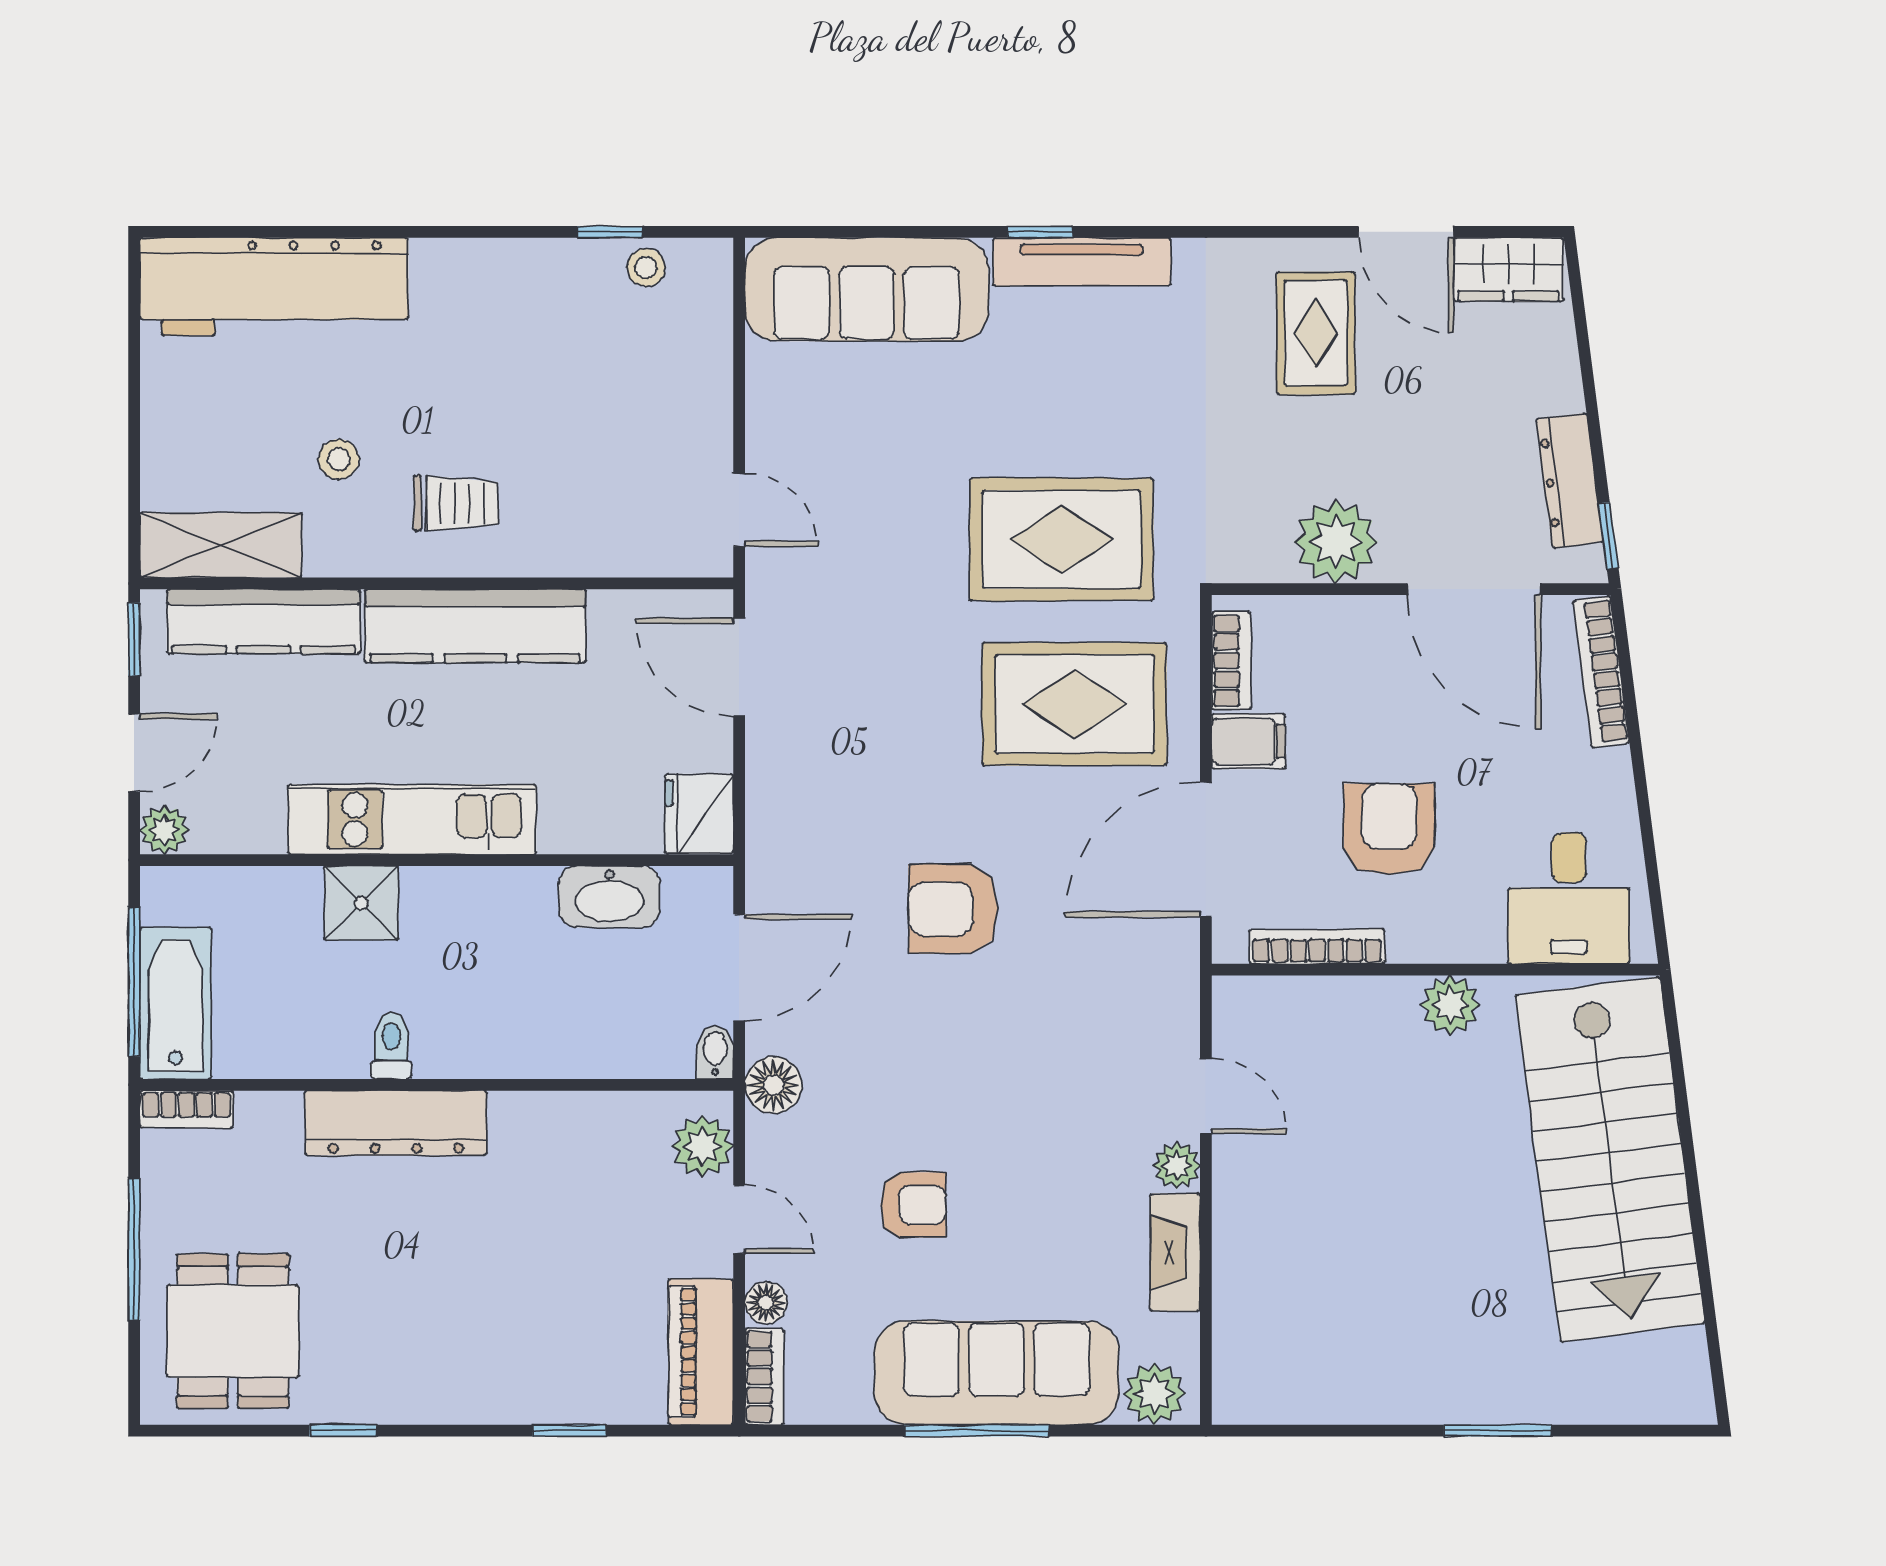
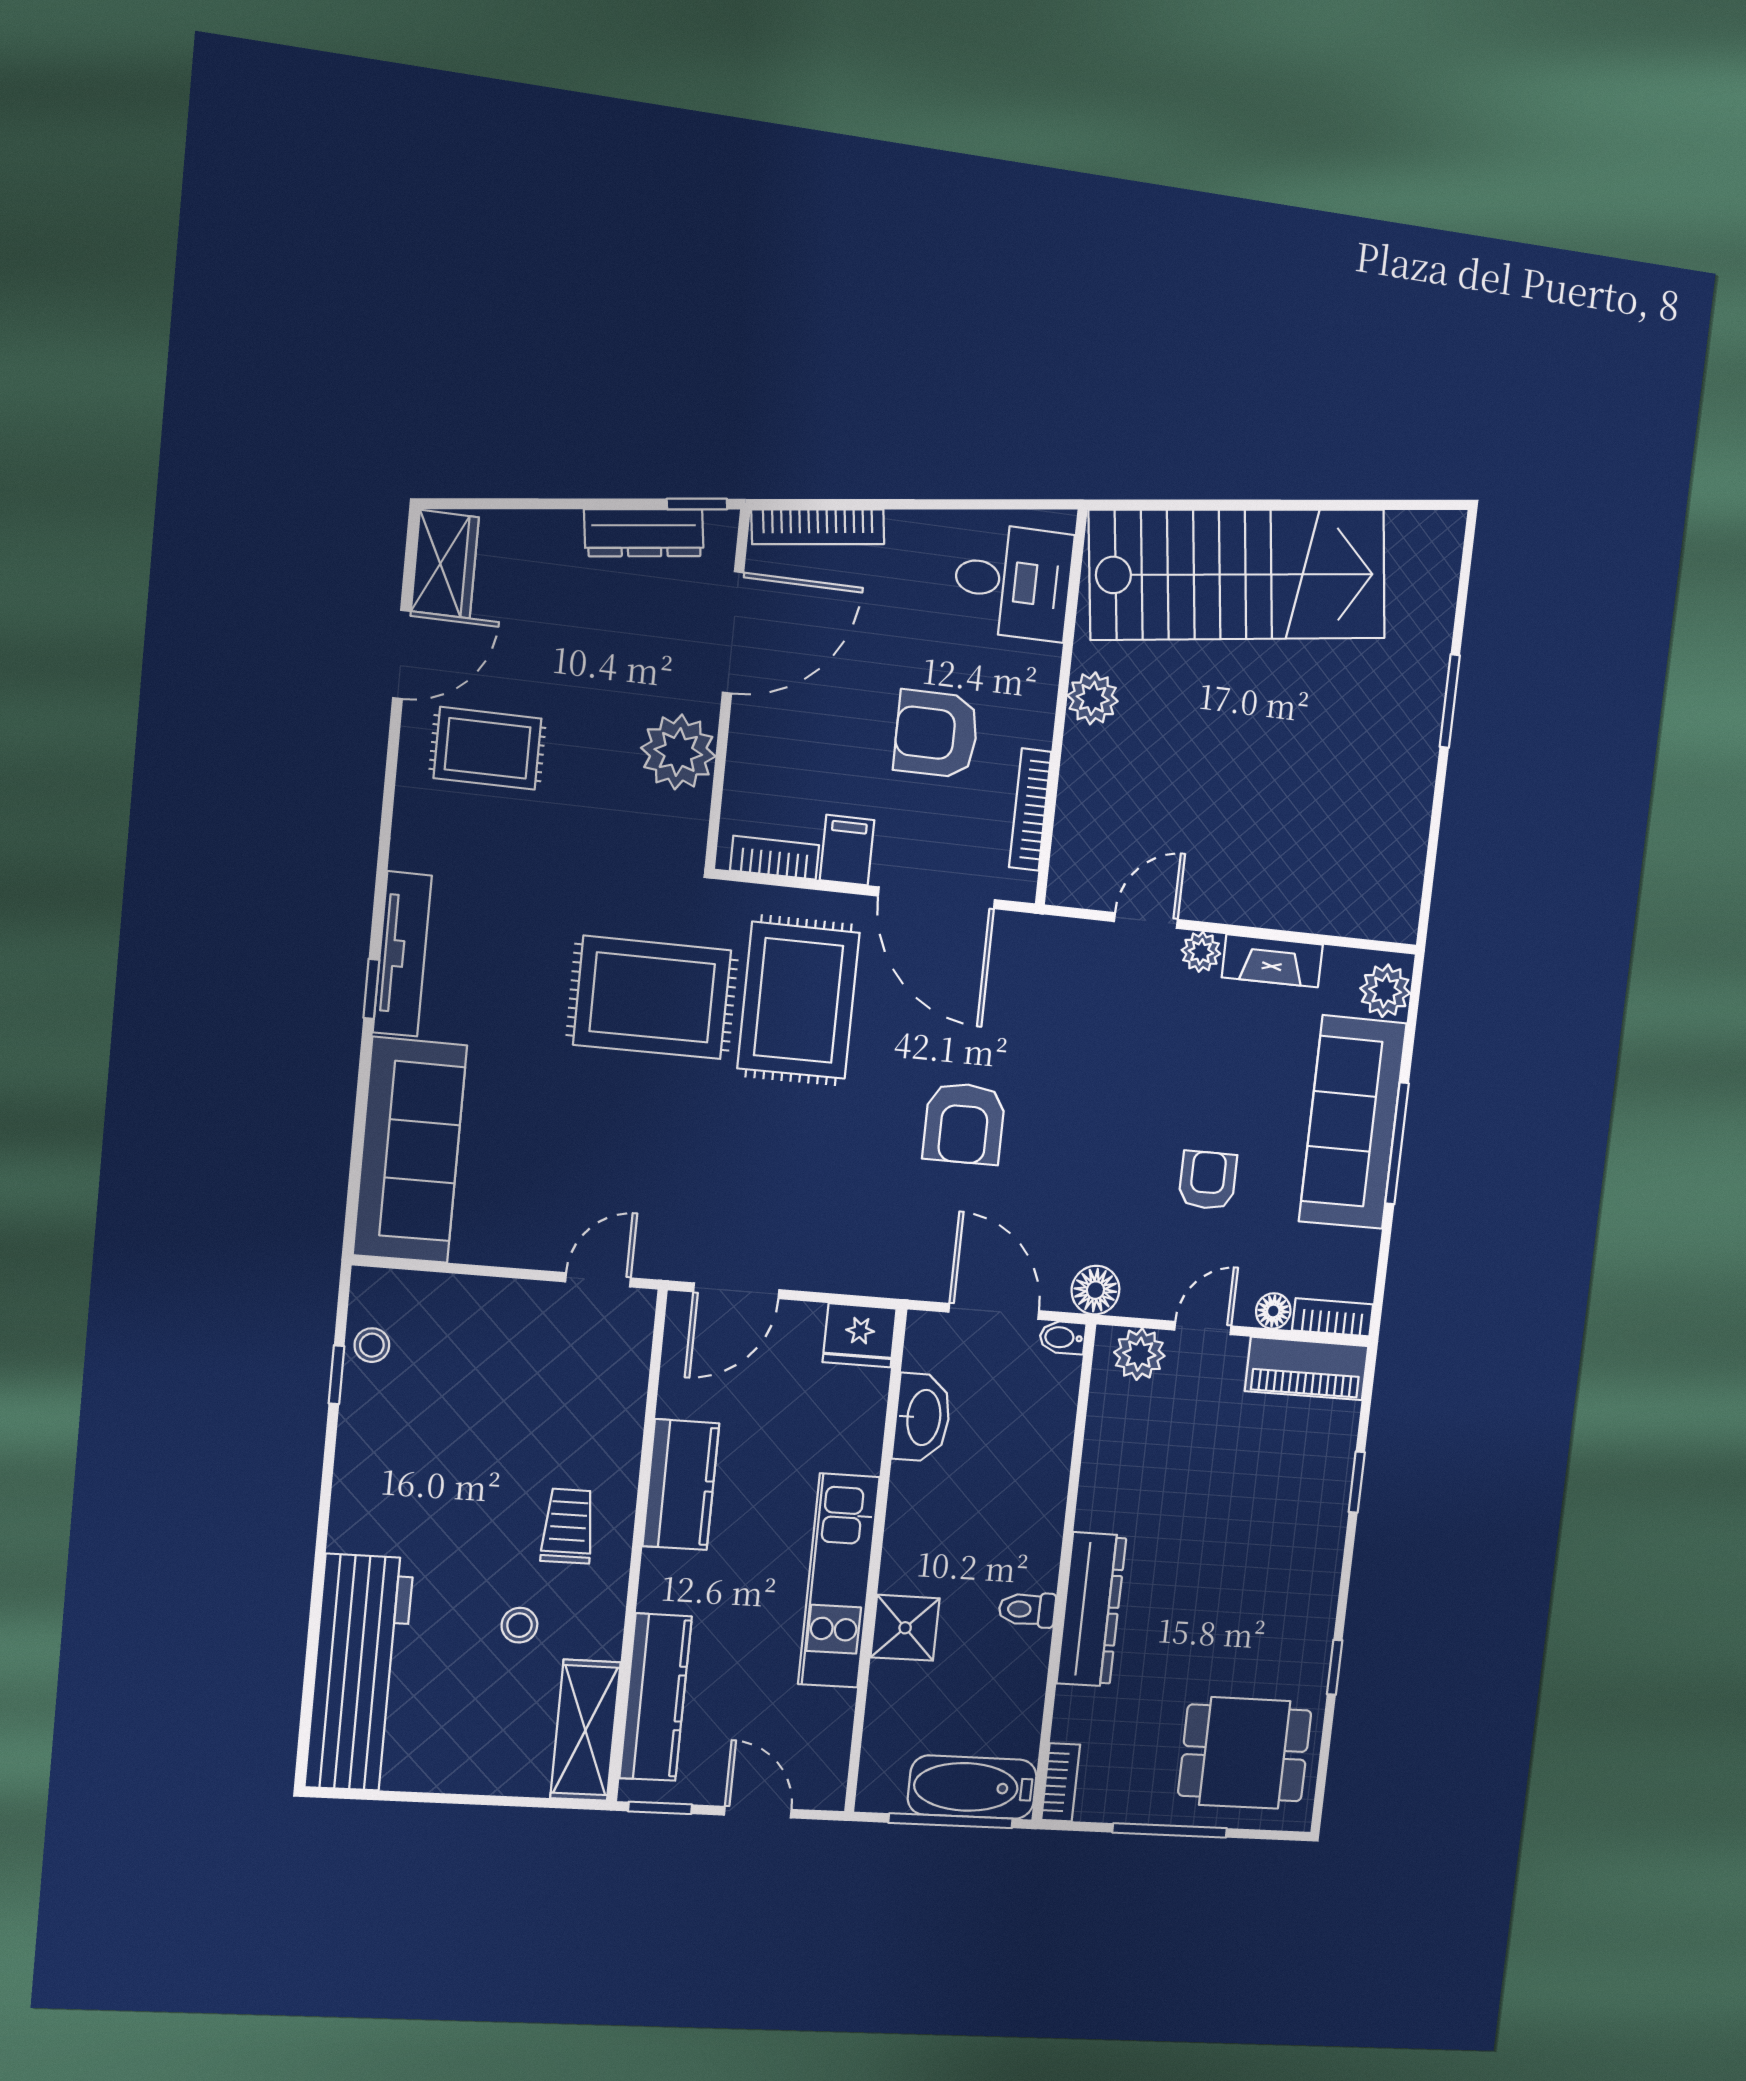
rug: (1061, 540) -> (652, 998), turned 90
kitchen counter: (475, 626) -> (681, 1485), width x0.67
plant: (164, 830) -> (826, 1790), removed

